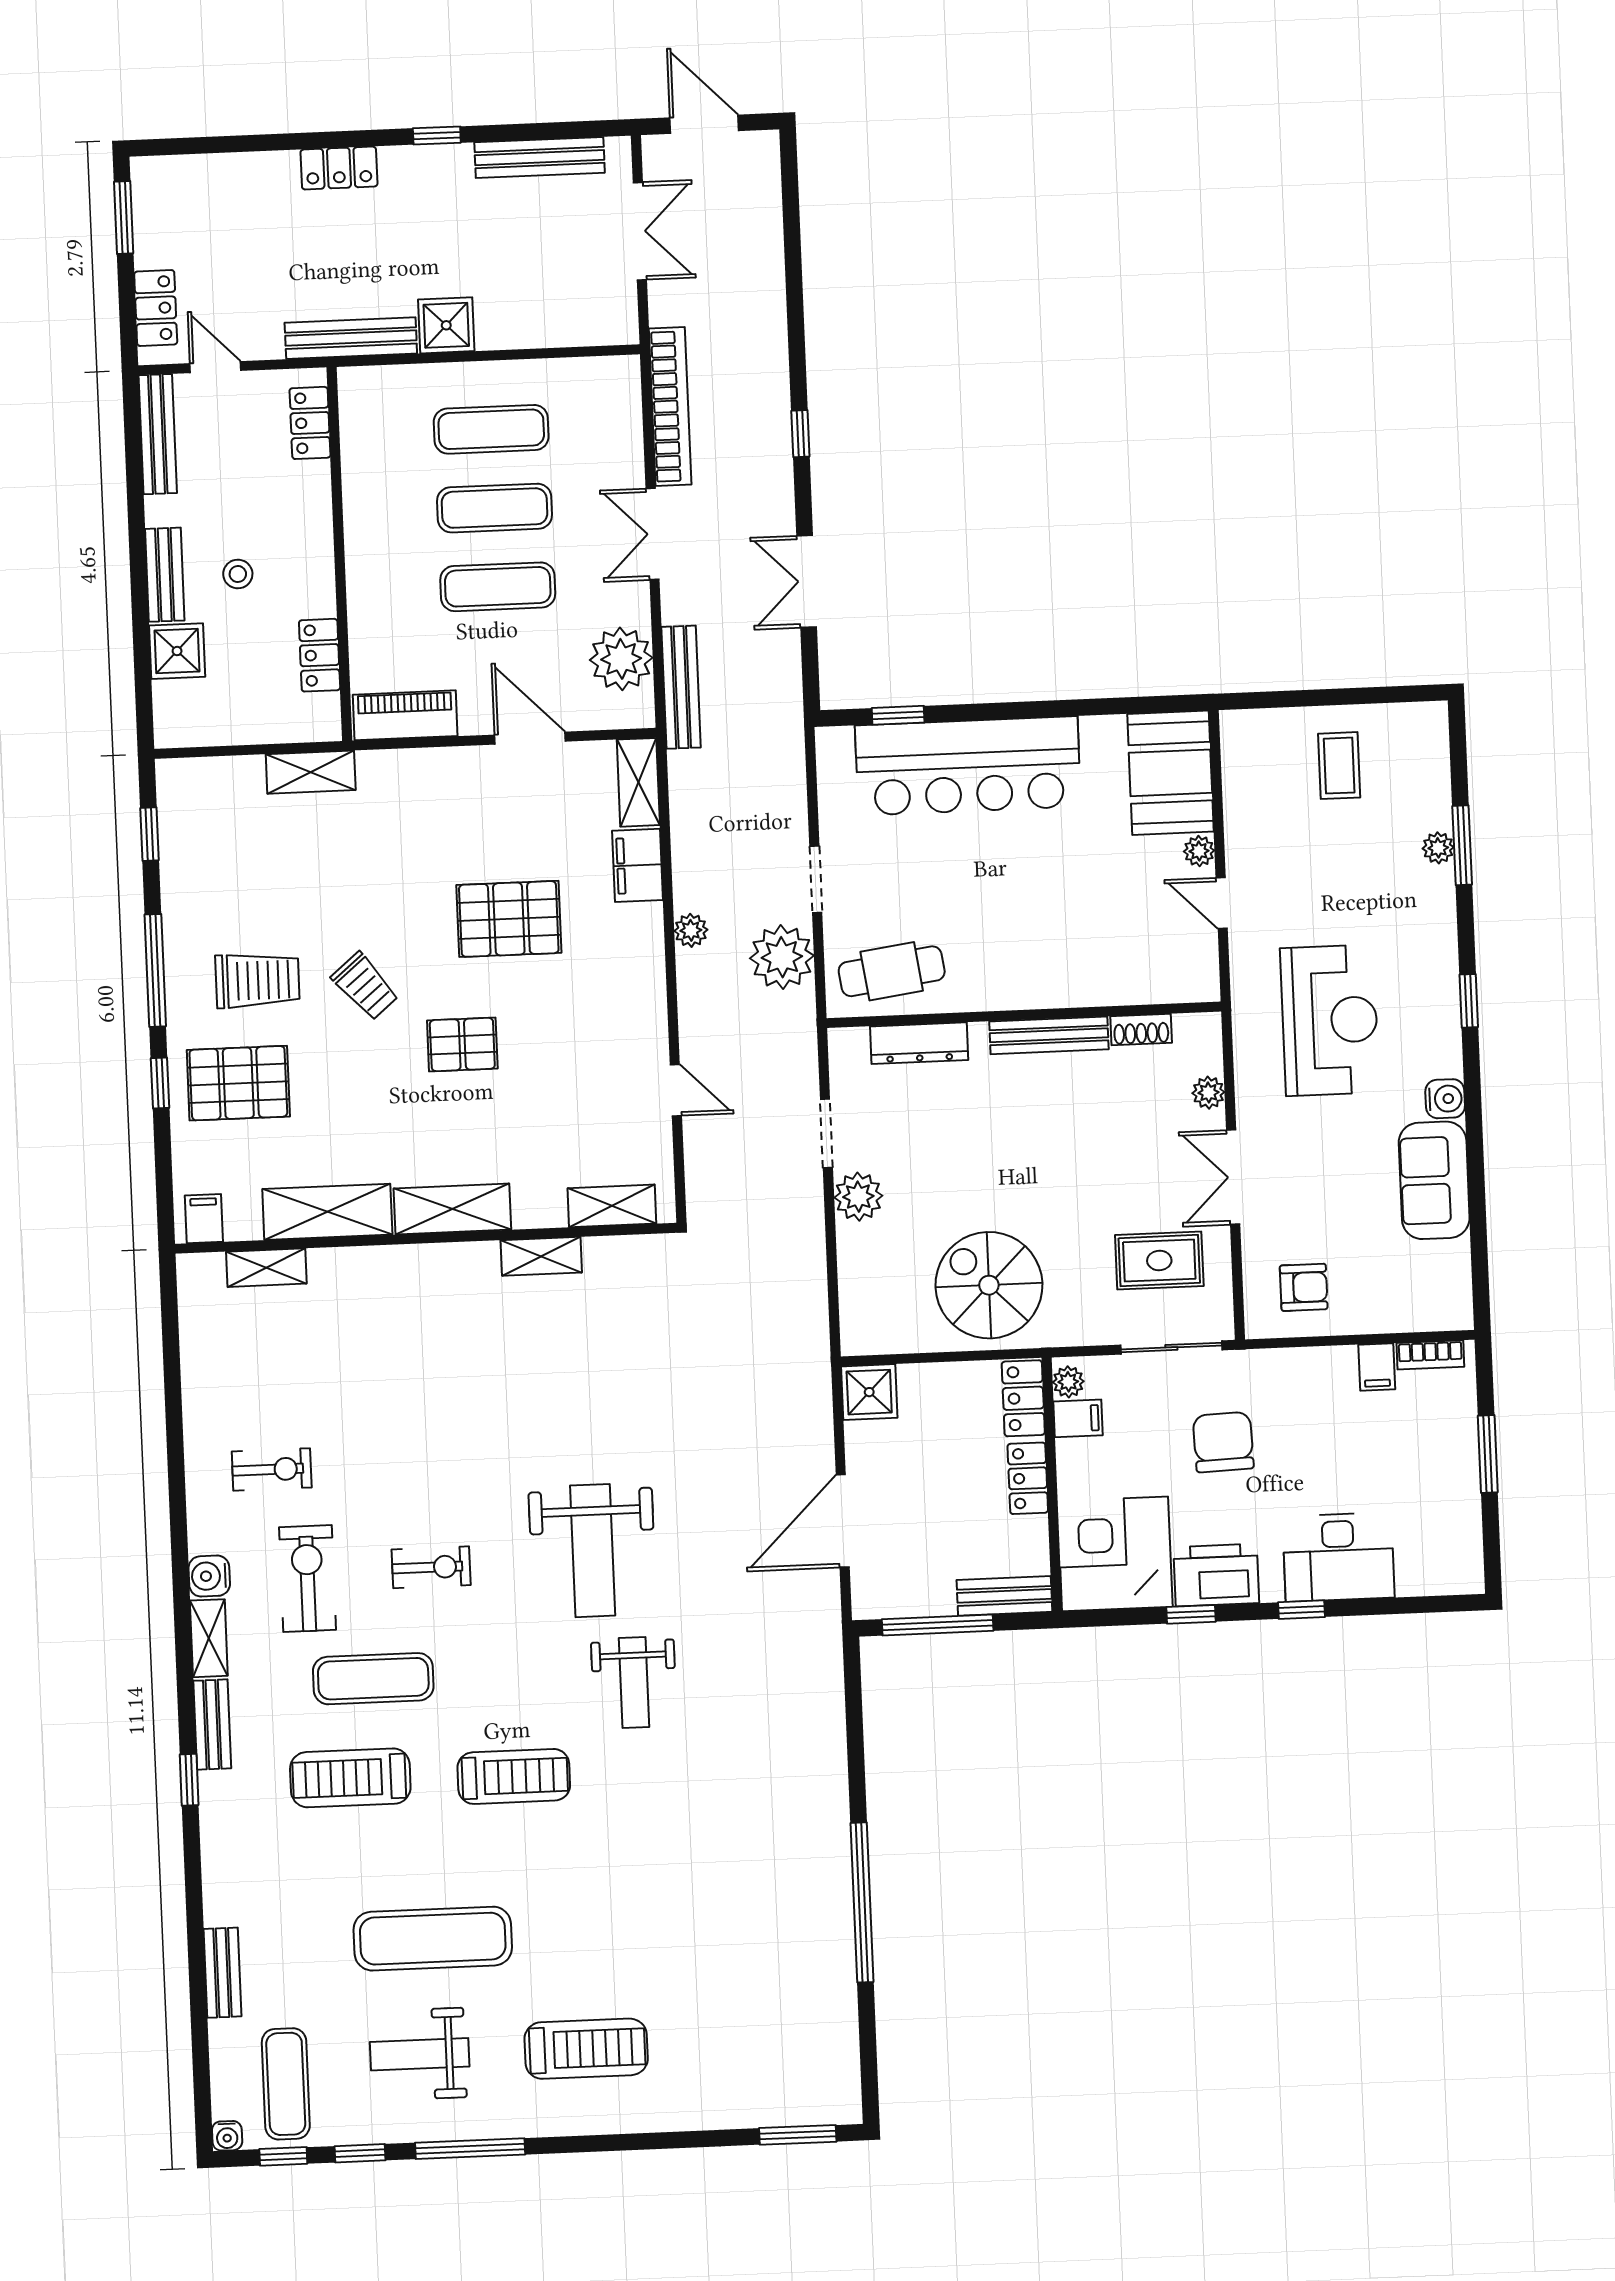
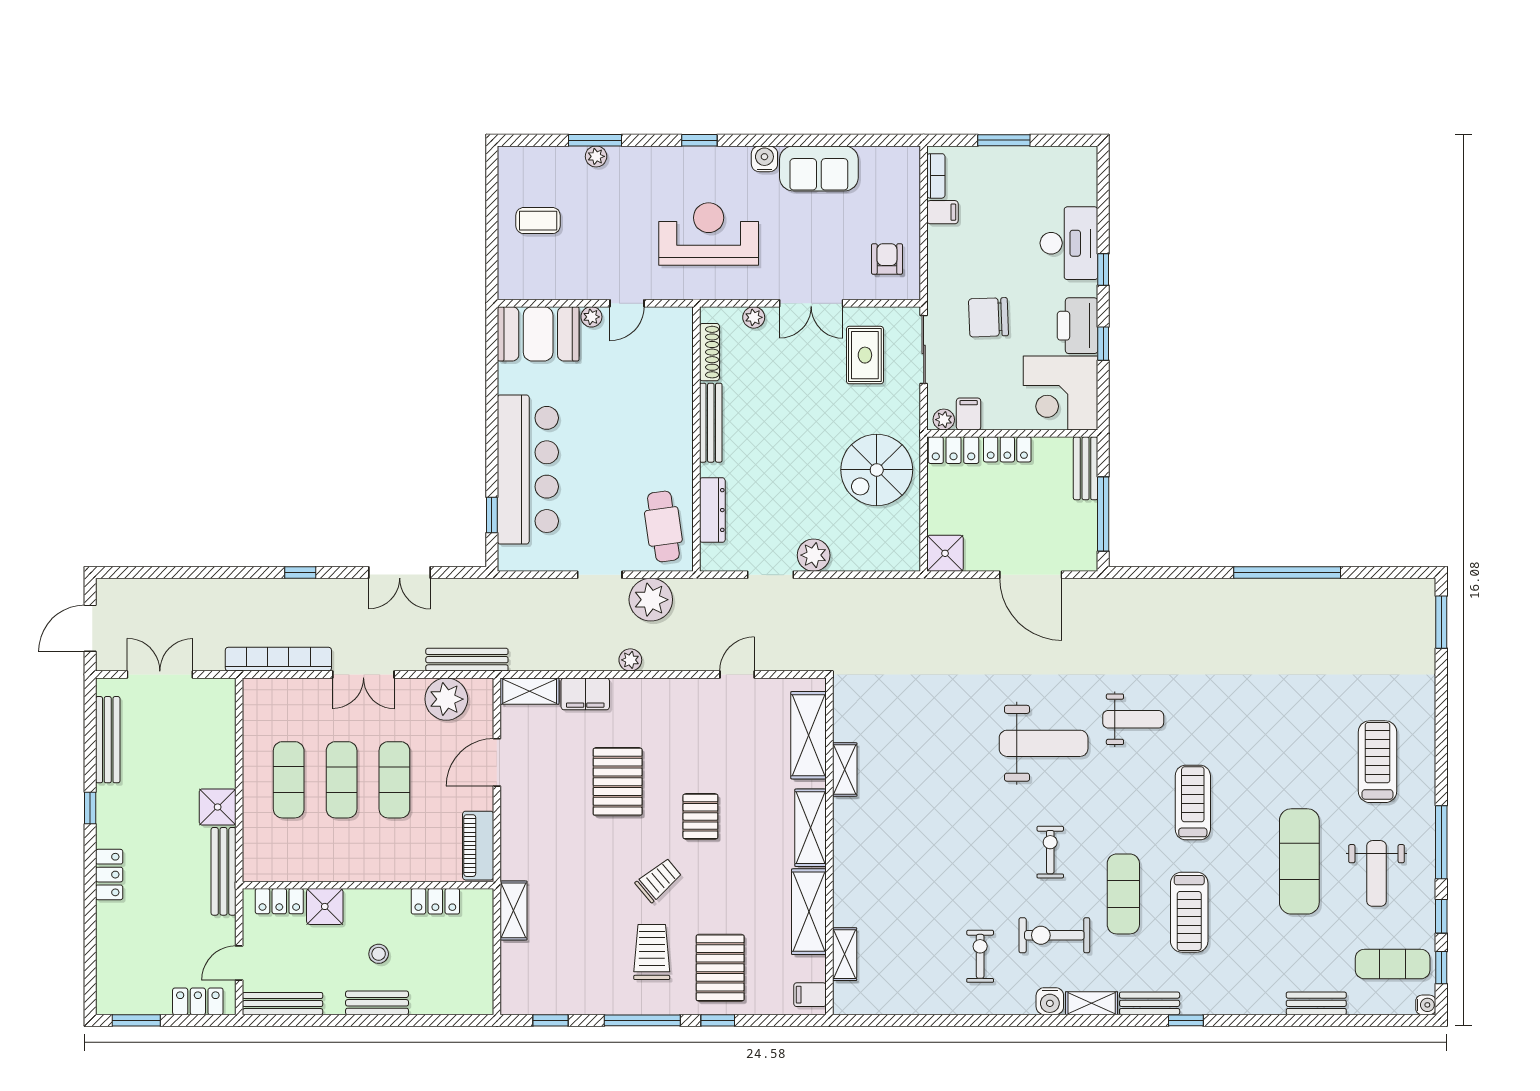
shower: (177, 651) -> (325, 906), moved
shoe rack: (1141, 1030) -> (709, 352), width x1.43
shelving: (612, 1206) -> (809, 735), width x1.50, depth x1.33

